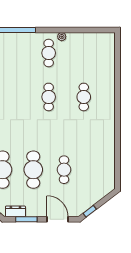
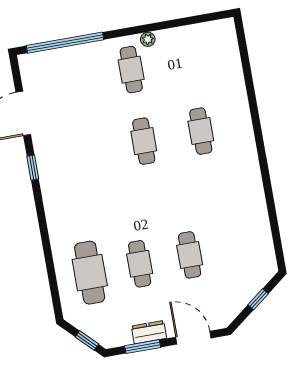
cafe table: (33, 170) -> (140, 264), width x0.73, depth x0.74
dresser: (15, 211) -> (149, 332), moved
window: (90, 211) -> (258, 299), moved

